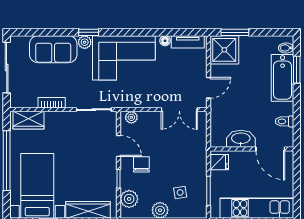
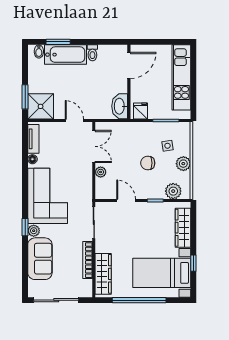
bookcase: (52, 103) -> (88, 260), width x1.56
plant: (131, 117) -> (101, 172), moved
wardrobe: (28, 120) -> (103, 274), width x1.50
toilet: (284, 121) -> (92, 53), moved
washbasin: (241, 139) -> (120, 106), moved
door: (119, 146) -> (126, 201), hinge flipped
chair: (141, 164) -> (148, 163), moved

